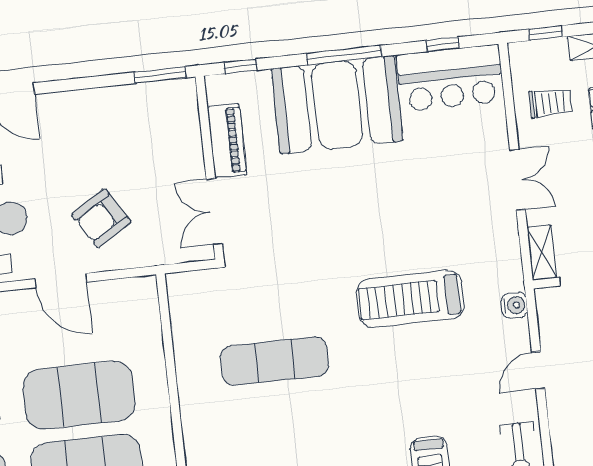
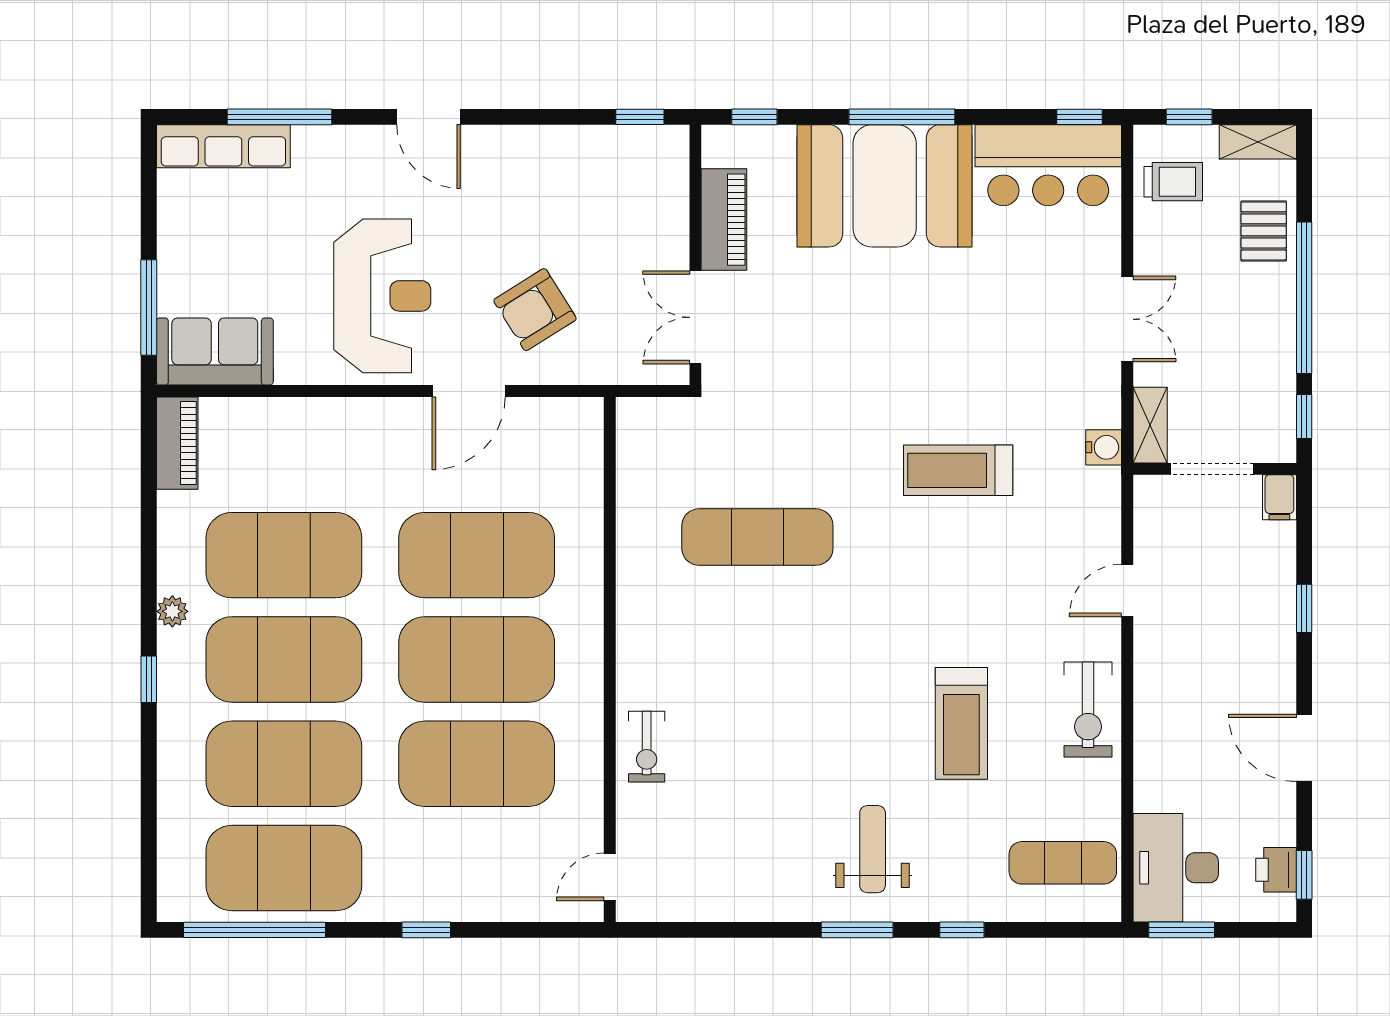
window: (443, 44) -> (1080, 117), moved
window: (160, 75) -> (640, 117), width x0.67
trolley: (551, 103) -> (1173, 182), moved
door: (61, 281) -> (469, 391), hinge flipped
treadmill: (410, 299) -> (958, 470), width x0.73, depth x0.73
water cooler: (514, 305) -> (1104, 447), moved

